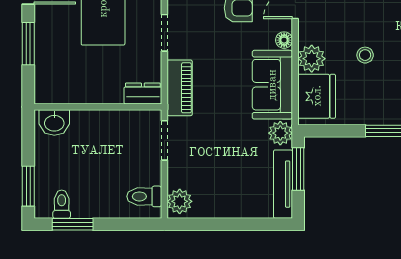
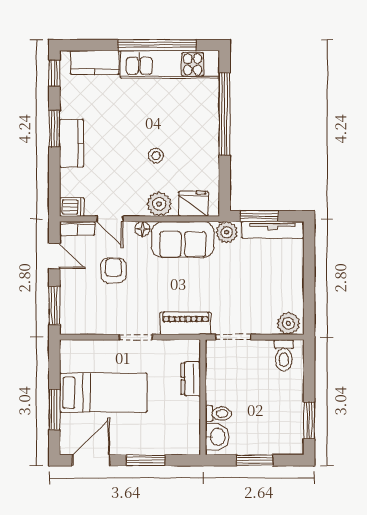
dresser: (143, 94) -> (191, 379), moved
fridge: (317, 96) -> (193, 204), width x0.73, depth x0.75
window: (28, 186) -> (255, 460), moved
toilet: (62, 204) -> (218, 413), moved, turned 180

